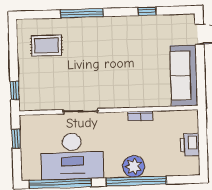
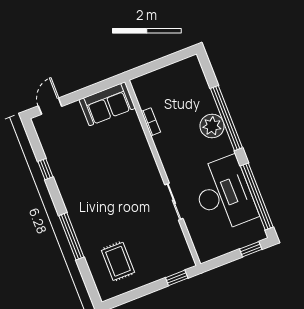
sofa: (184, 76) -> (107, 104), width x0.73
bookcase: (140, 116) -> (151, 122), moved
window: (16, 139) -> (251, 249), moved
printer: (190, 145) -> (169, 76), removed

